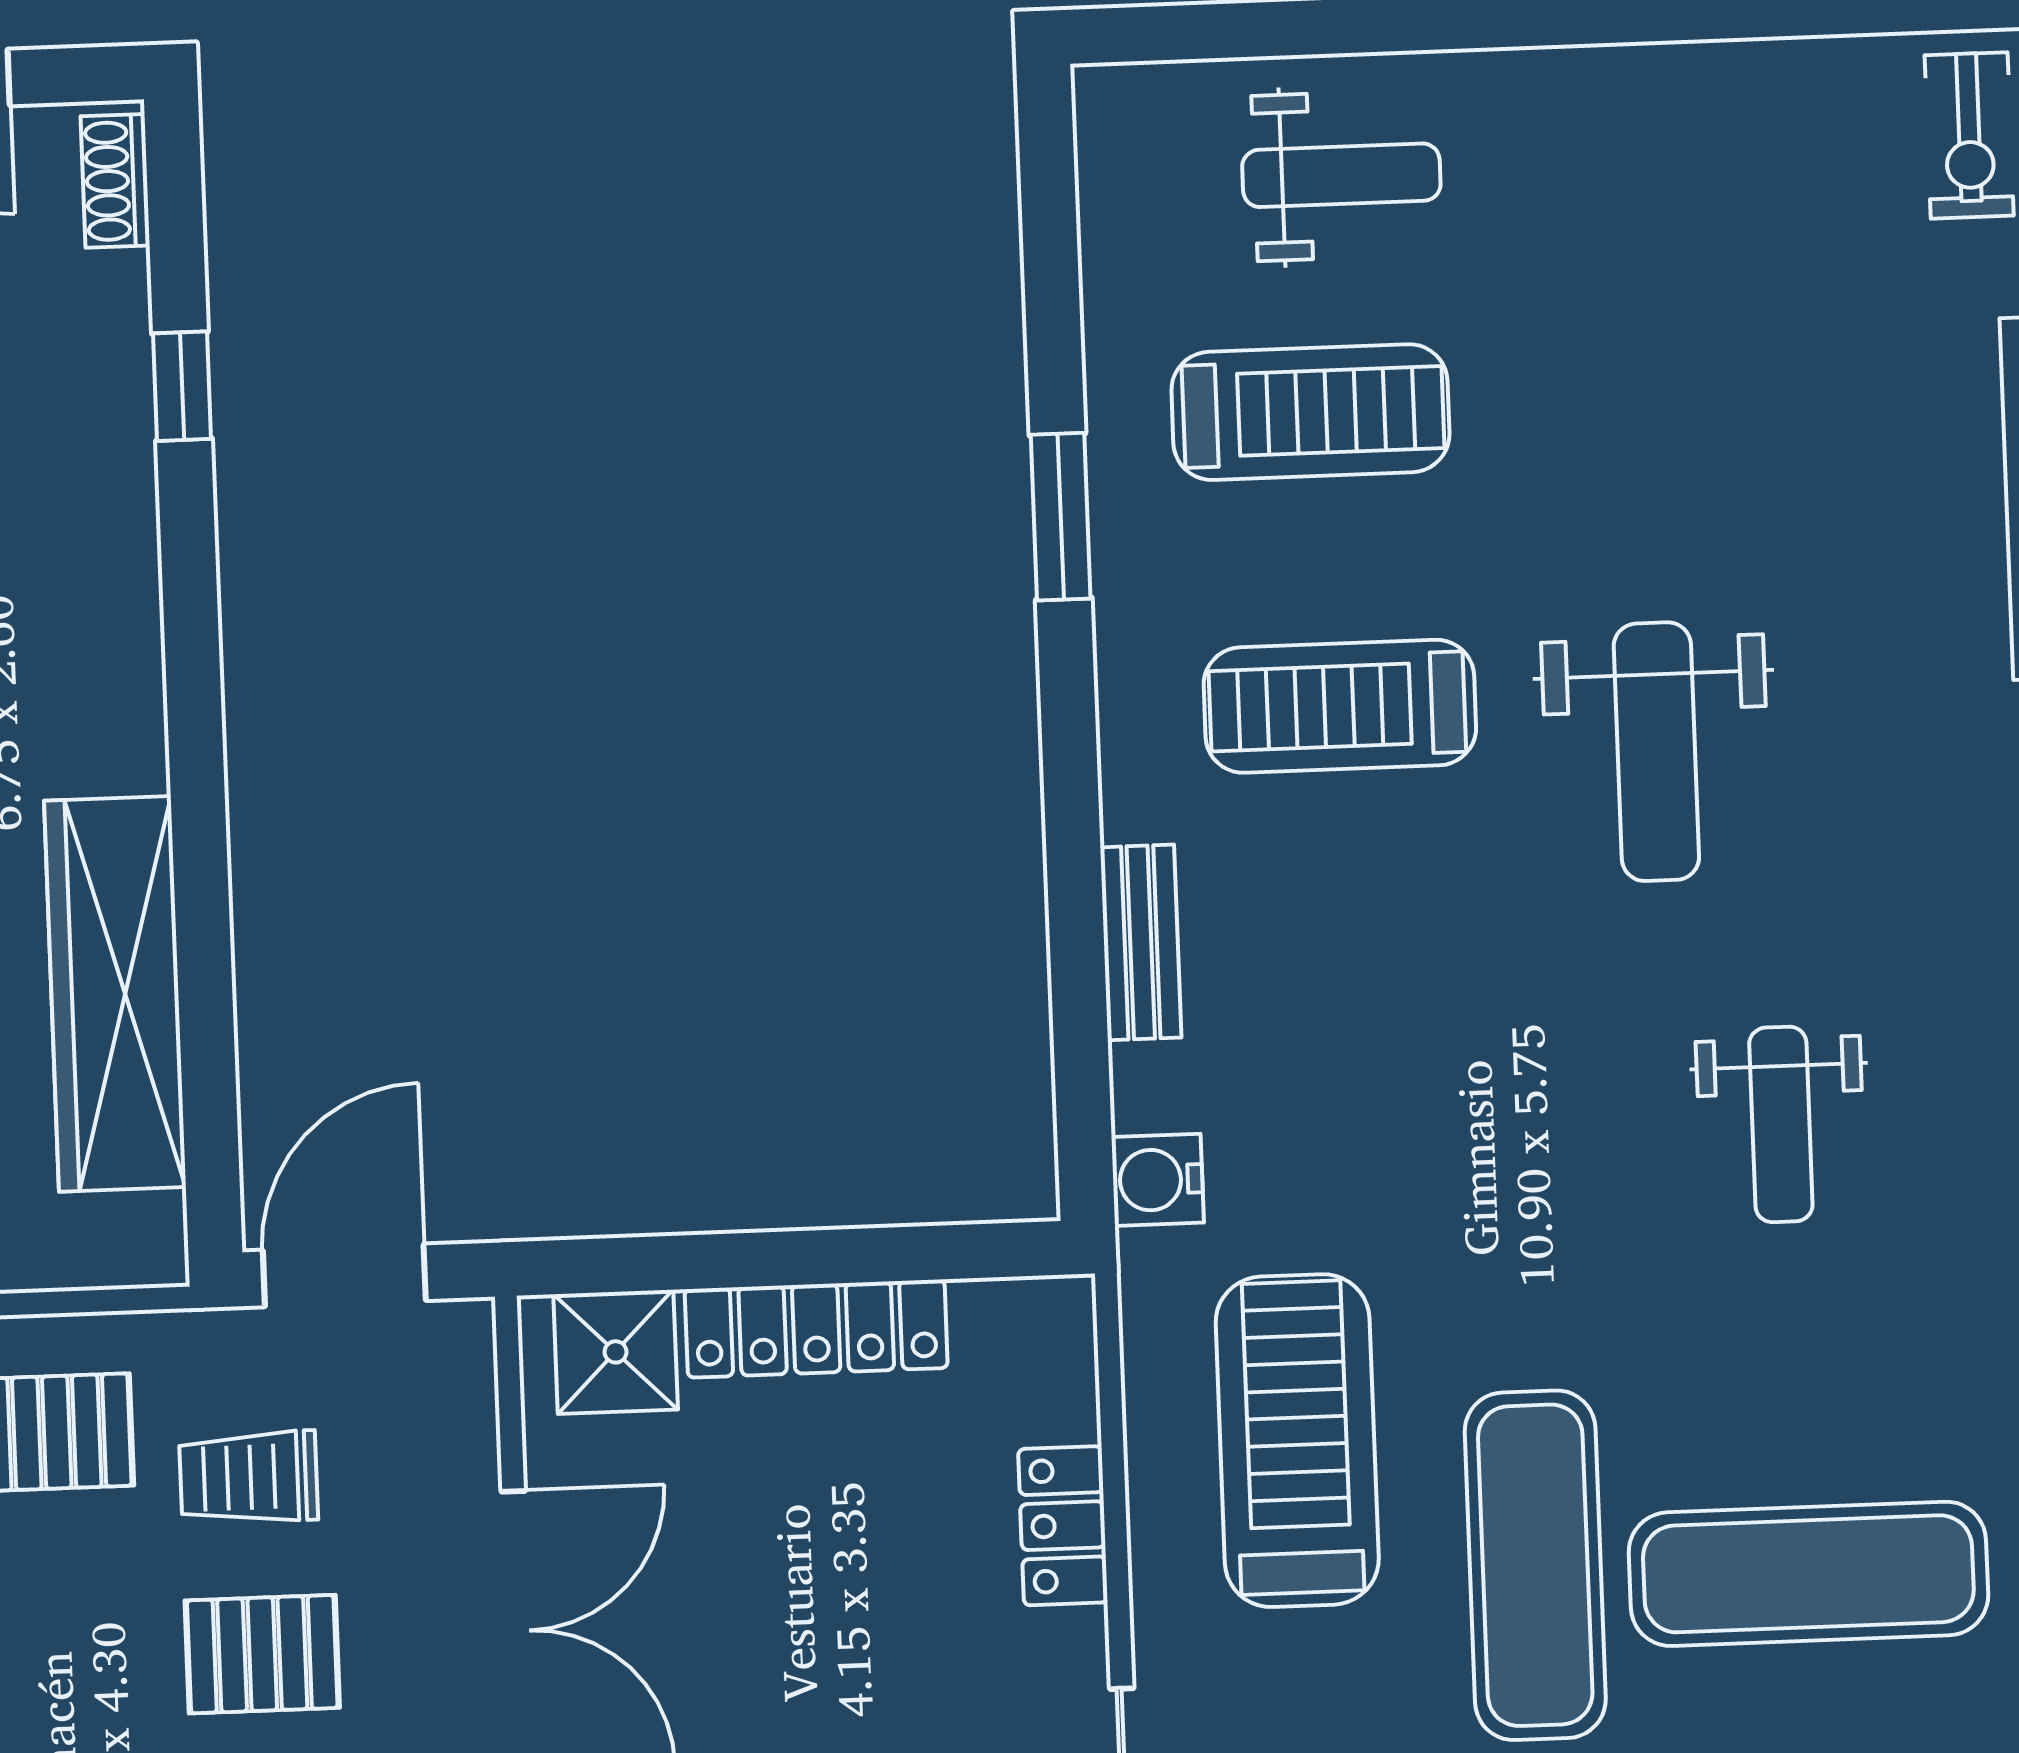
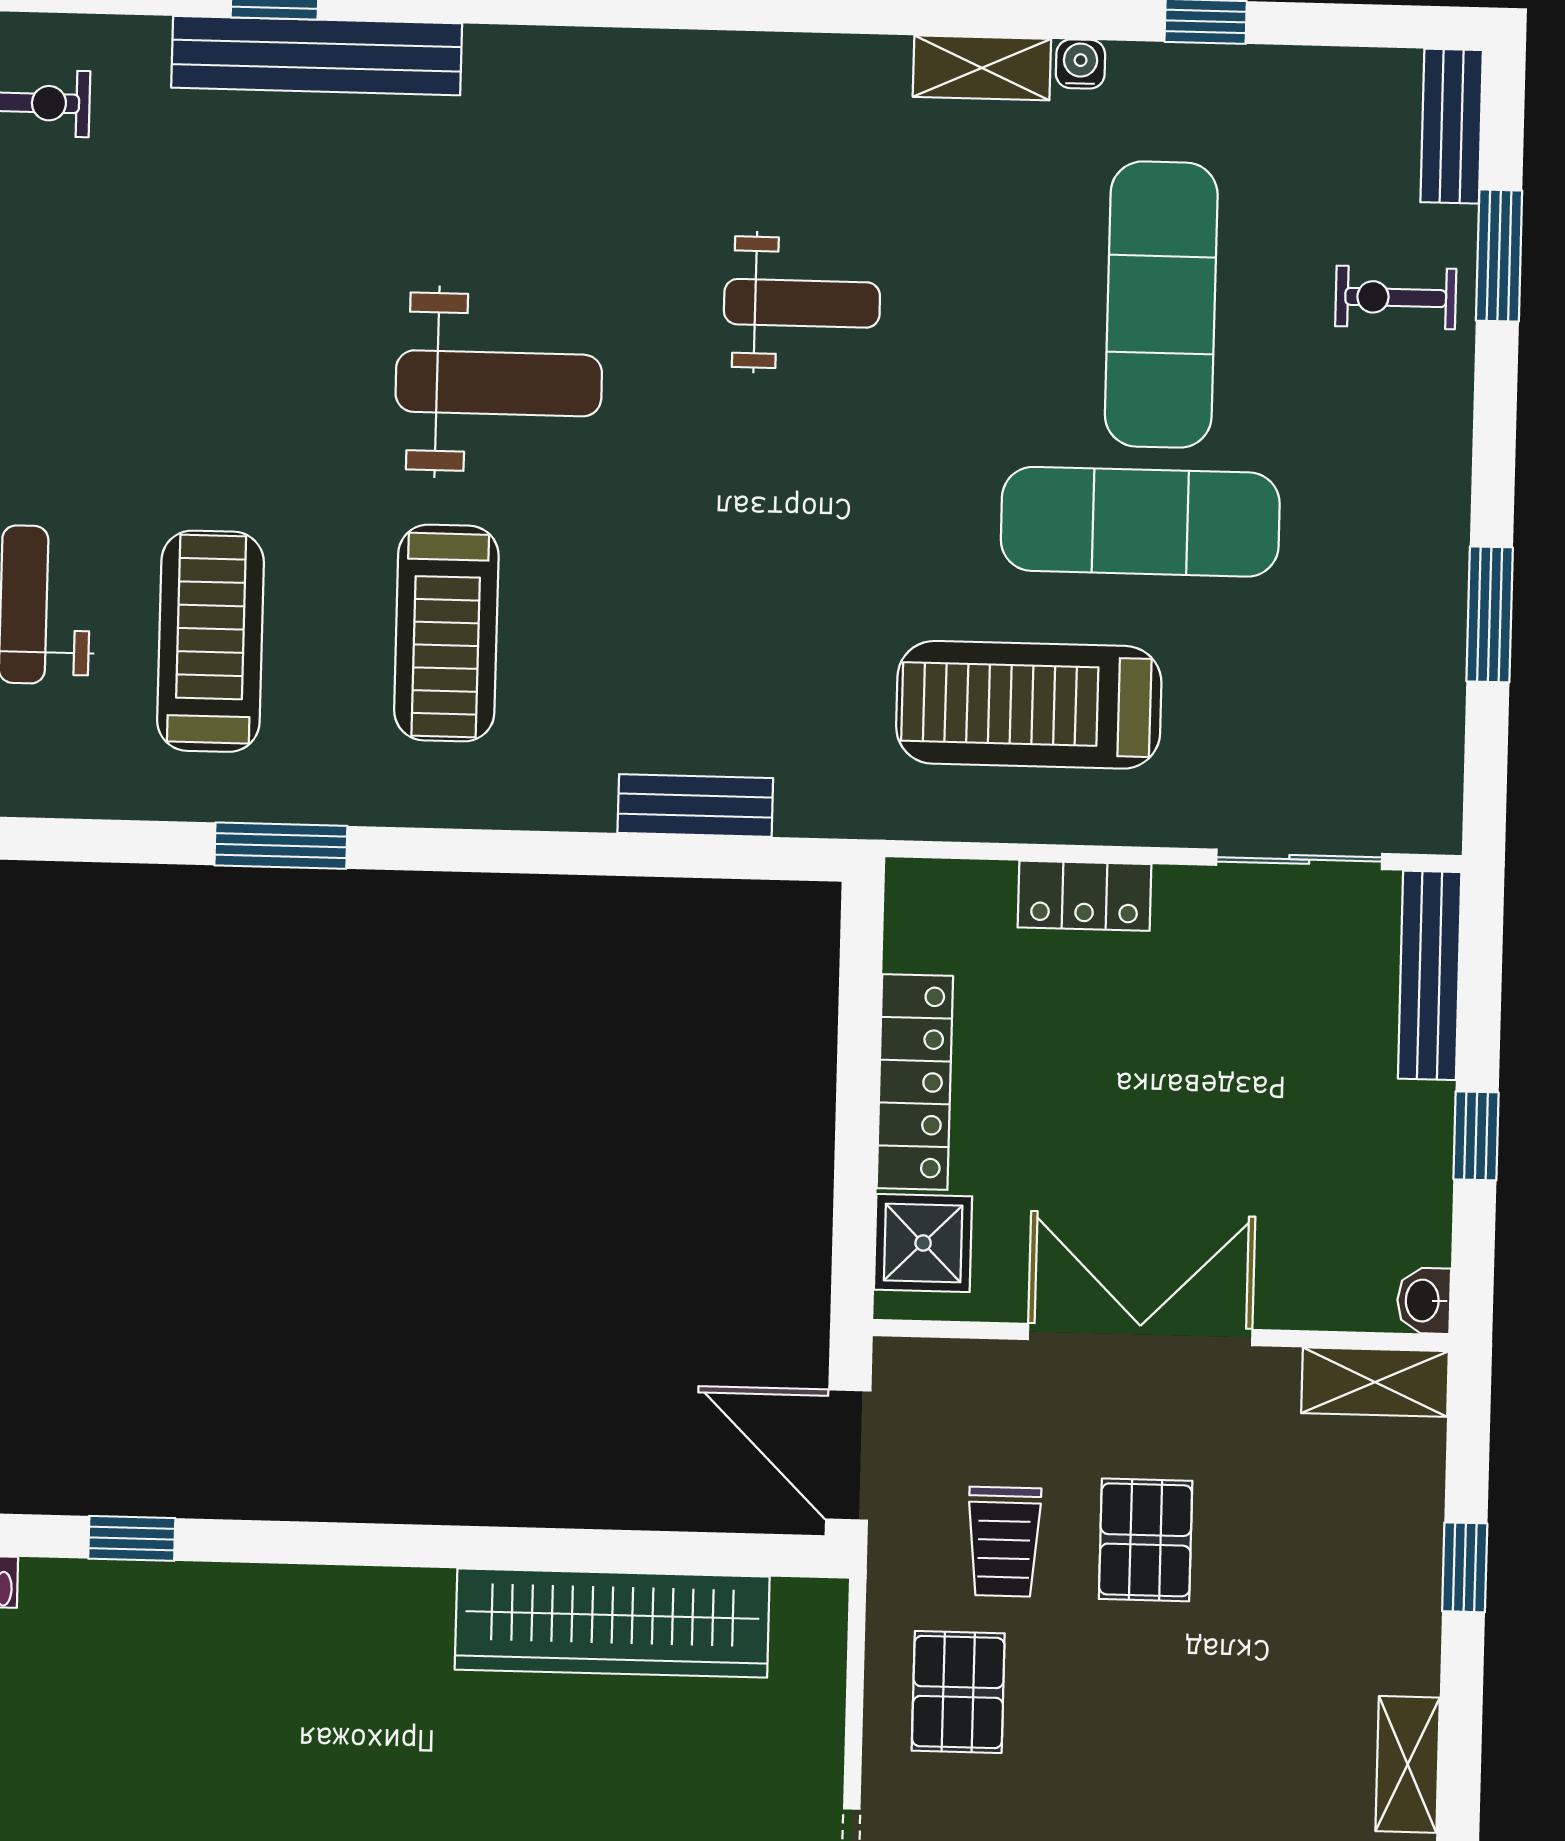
bench: (1141, 942) -> (695, 806), moved
water cooler: (1158, 1180) -> (814, 802), removed

